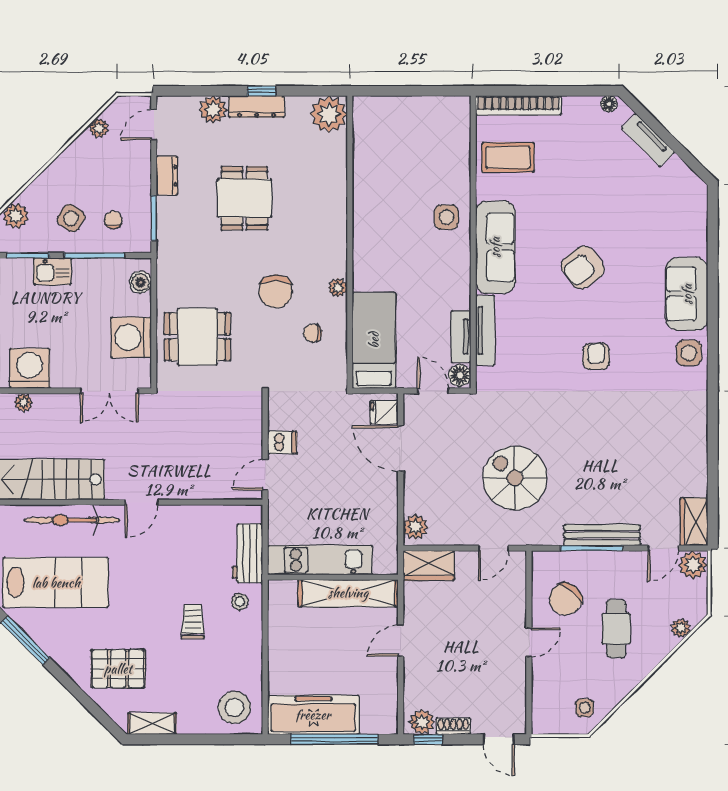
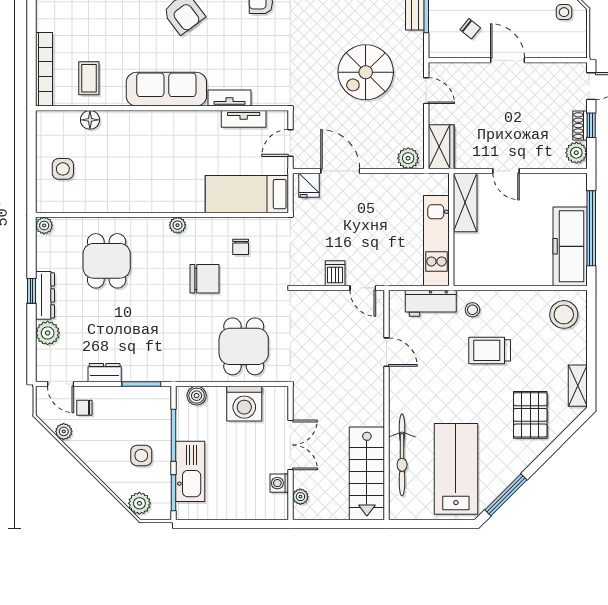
plant: (329, 114) -> (44, 225), width x0.53, depth x0.53
coffee table: (508, 157) -> (89, 78), width x0.73, depth x0.77
dining table: (244, 198) -> (107, 261), moved, turned 90
side table: (446, 217) -> (63, 169), moved
side table: (71, 218) -> (141, 456), turned -33
chair: (113, 220) -> (84, 408), moved
kitchen sink: (53, 271) -> (190, 471), width x1.87, depth x1.24
plant: (338, 288) -> (178, 225), moved
tv unit: (485, 330) -> (230, 98), width x0.71
washing machine: (30, 368) -> (279, 483), width x0.53, depth x0.53
floor lamp: (460, 375) -> (90, 120), moved
double door: (109, 391) -> (290, 445), moved
door: (401, 448) -> (340, 171), swing flipped
door: (142, 502) -> (387, 352), moved
shelving: (348, 593) -> (465, 203), width x0.68
chair: (565, 599) -> (470, 29), width x0.54, depth x0.54
trolley: (193, 621) -> (490, 350), width x1.36, depth x1.39
door: (529, 642) -> (507, 60), width x1.37
window: (428, 739) -> (591, 125), moved

